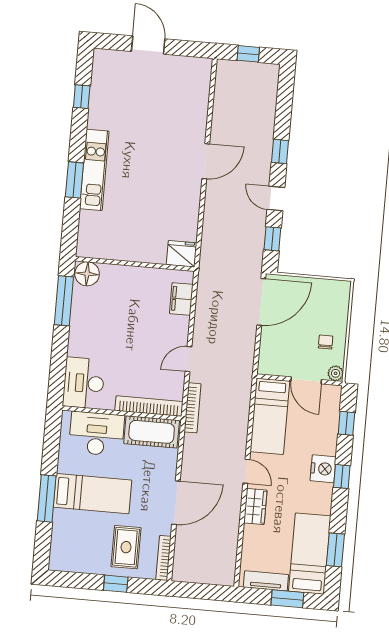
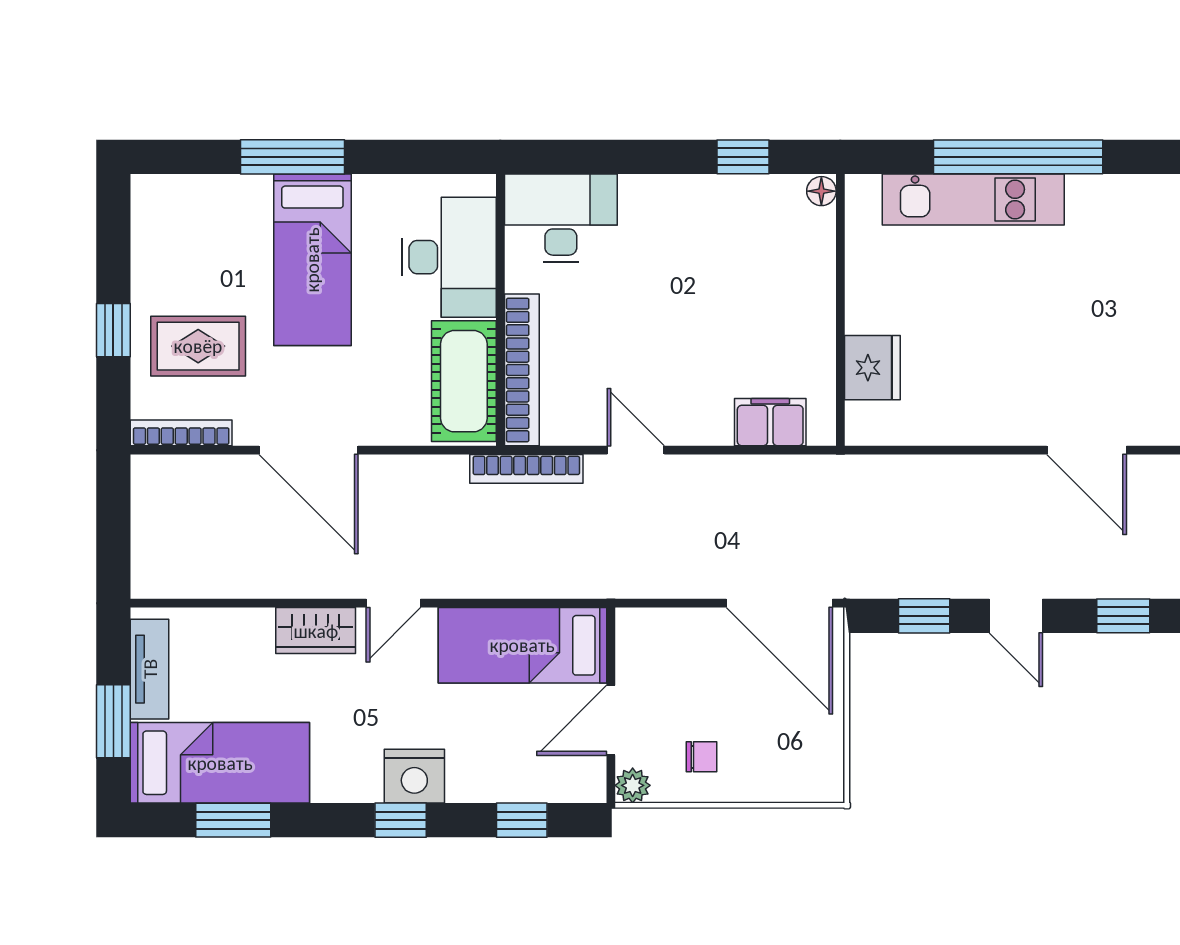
kitchen unit: (94, 170) -> (973, 200), moved
window: (74, 180) -> (1018, 157), width x2.11
door: (276, 199) -> (1016, 616), swing flipped
fridge: (182, 254) -> (872, 368), moved
floor lamp: (87, 274) -> (821, 191), width x0.53, depth x0.53
window: (64, 301) -> (743, 157), width x0.46

